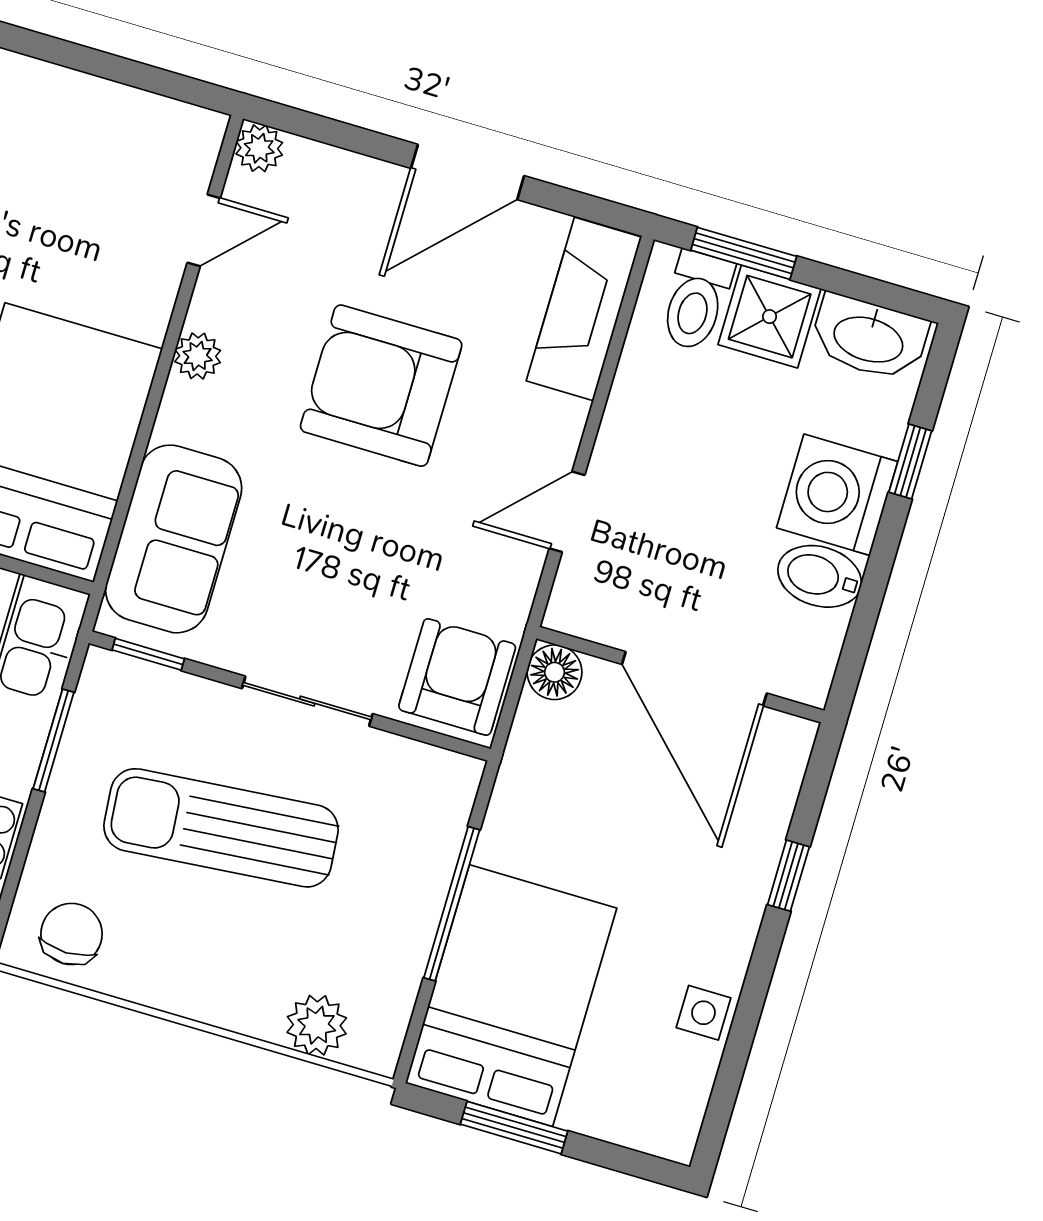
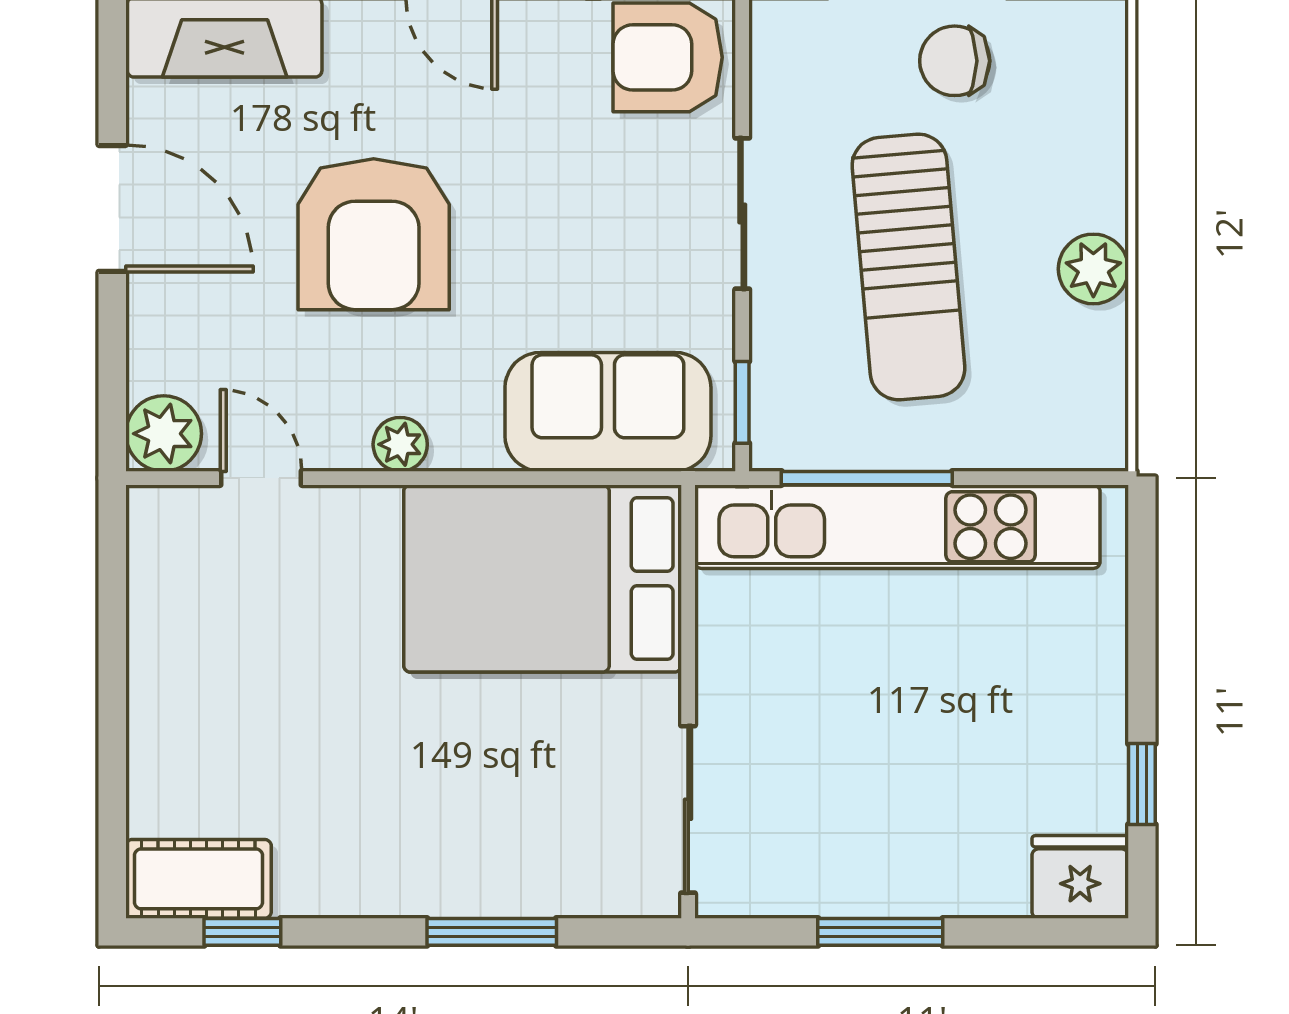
plant: (259, 148) -> (164, 434), width x1.38, depth x1.38
window: (54, 741) -> (867, 478), width x1.44
chair: (71, 934) -> (955, 61), moved
plant: (317, 1025) -> (1093, 269), moved

